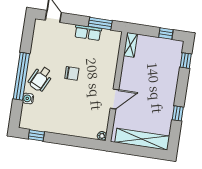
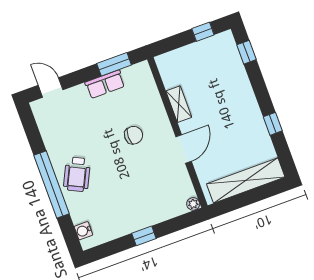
shelving: (130, 45) -> (179, 104), moved
chair: (72, 73) -> (134, 135), moved
water cooler: (28, 98) -> (83, 231), moved
window: (36, 135) -> (144, 236), moved

